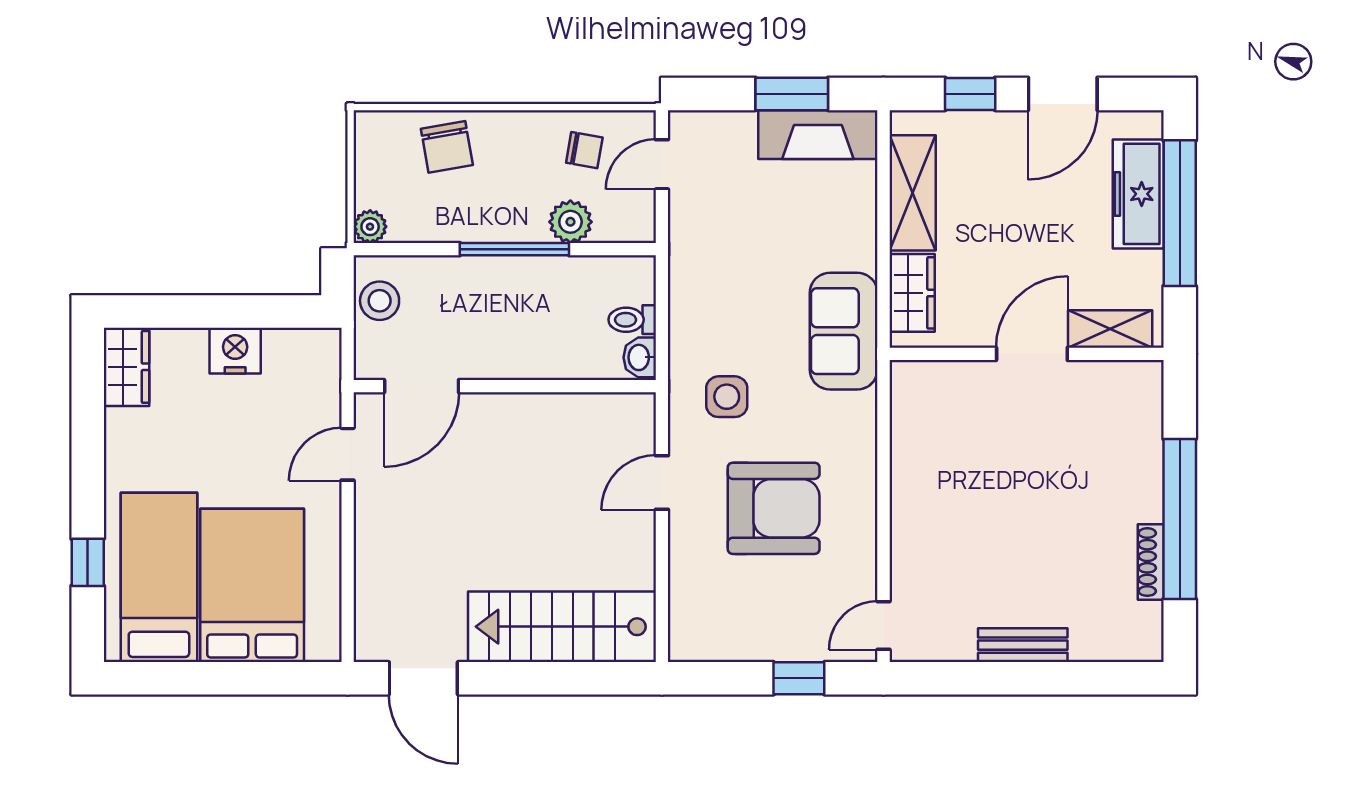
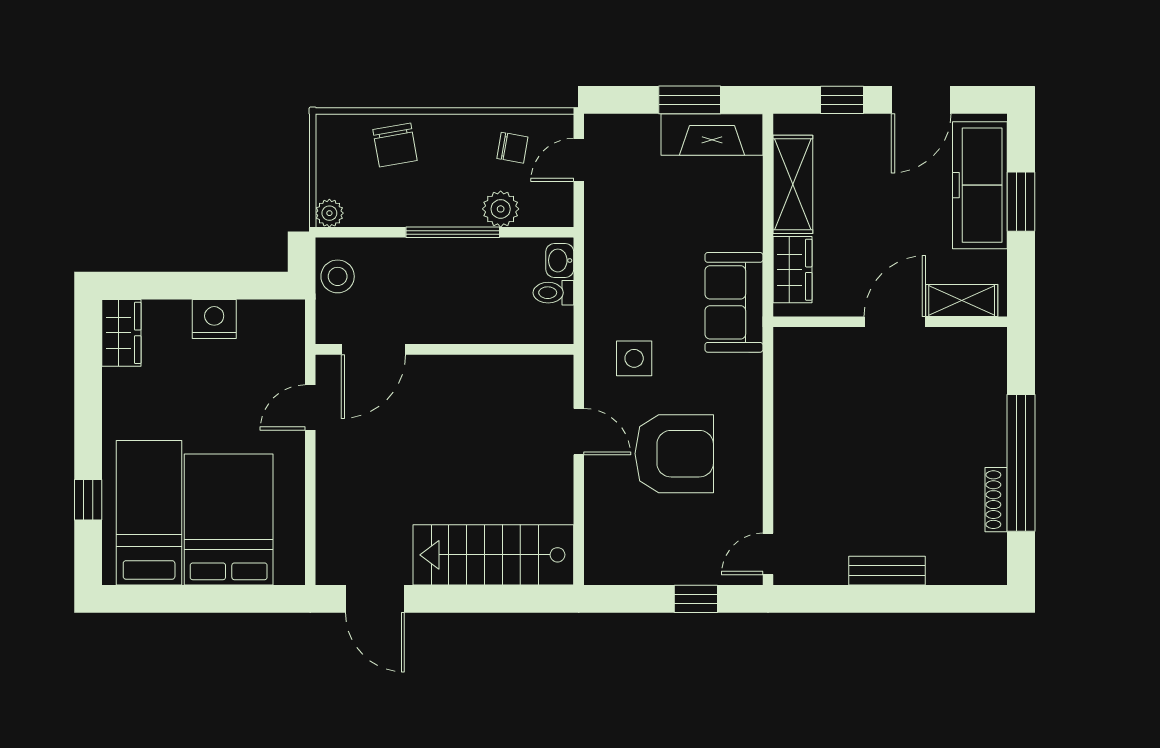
freezer: (1138, 194) -> (980, 185), width x1.36, depth x1.26
window: (1180, 213) -> (1021, 202), width x0.47
washbasin: (640, 357) -> (560, 260), moved
door: (662, 482) -> (579, 432), swing flipped

